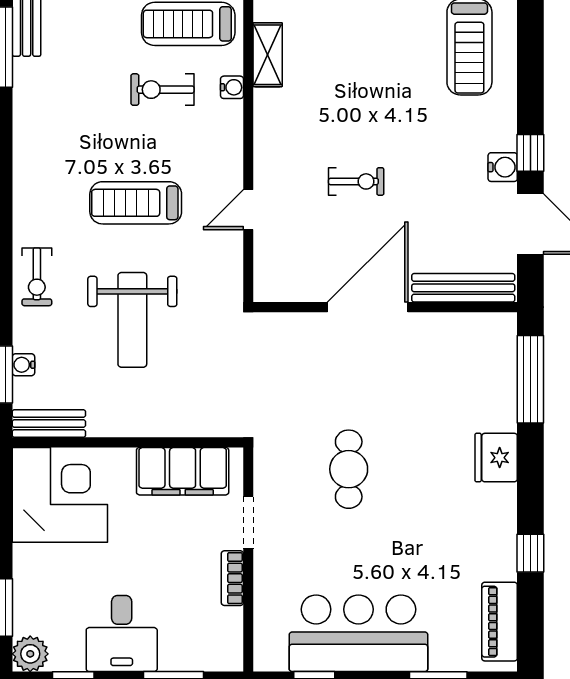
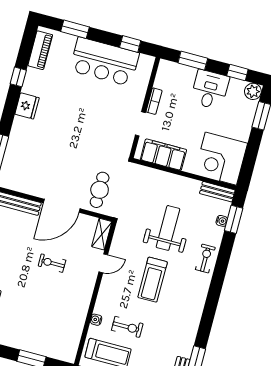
shelving: (268, 55) -> (102, 234), moved
treadmill: (136, 203) -> (153, 280), turned 90
fridge: (496, 458) -> (27, 106), moved
cafe table: (349, 469) -> (100, 190), moved

